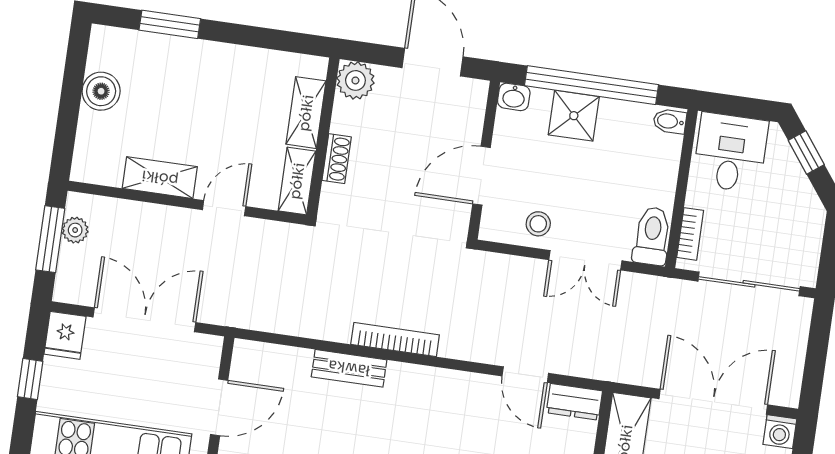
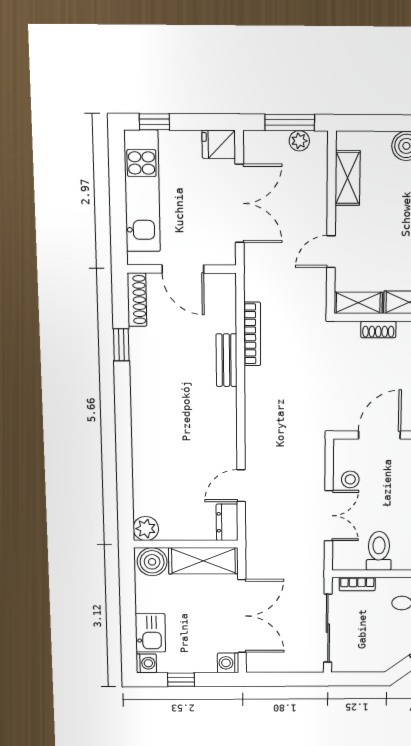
door: (482, 176) -> (379, 435), hinge flipped
shelving: (160, 178) -> (348, 178), moved
door: (224, 208) -> (331, 252), swing flipped
toilet: (652, 236) -> (379, 551), moved, turned -90
double door: (585, 260) -> (329, 516), swing flipped
bookcase: (395, 340) -> (252, 334), moved
window: (30, 379) -> (154, 122), moved

